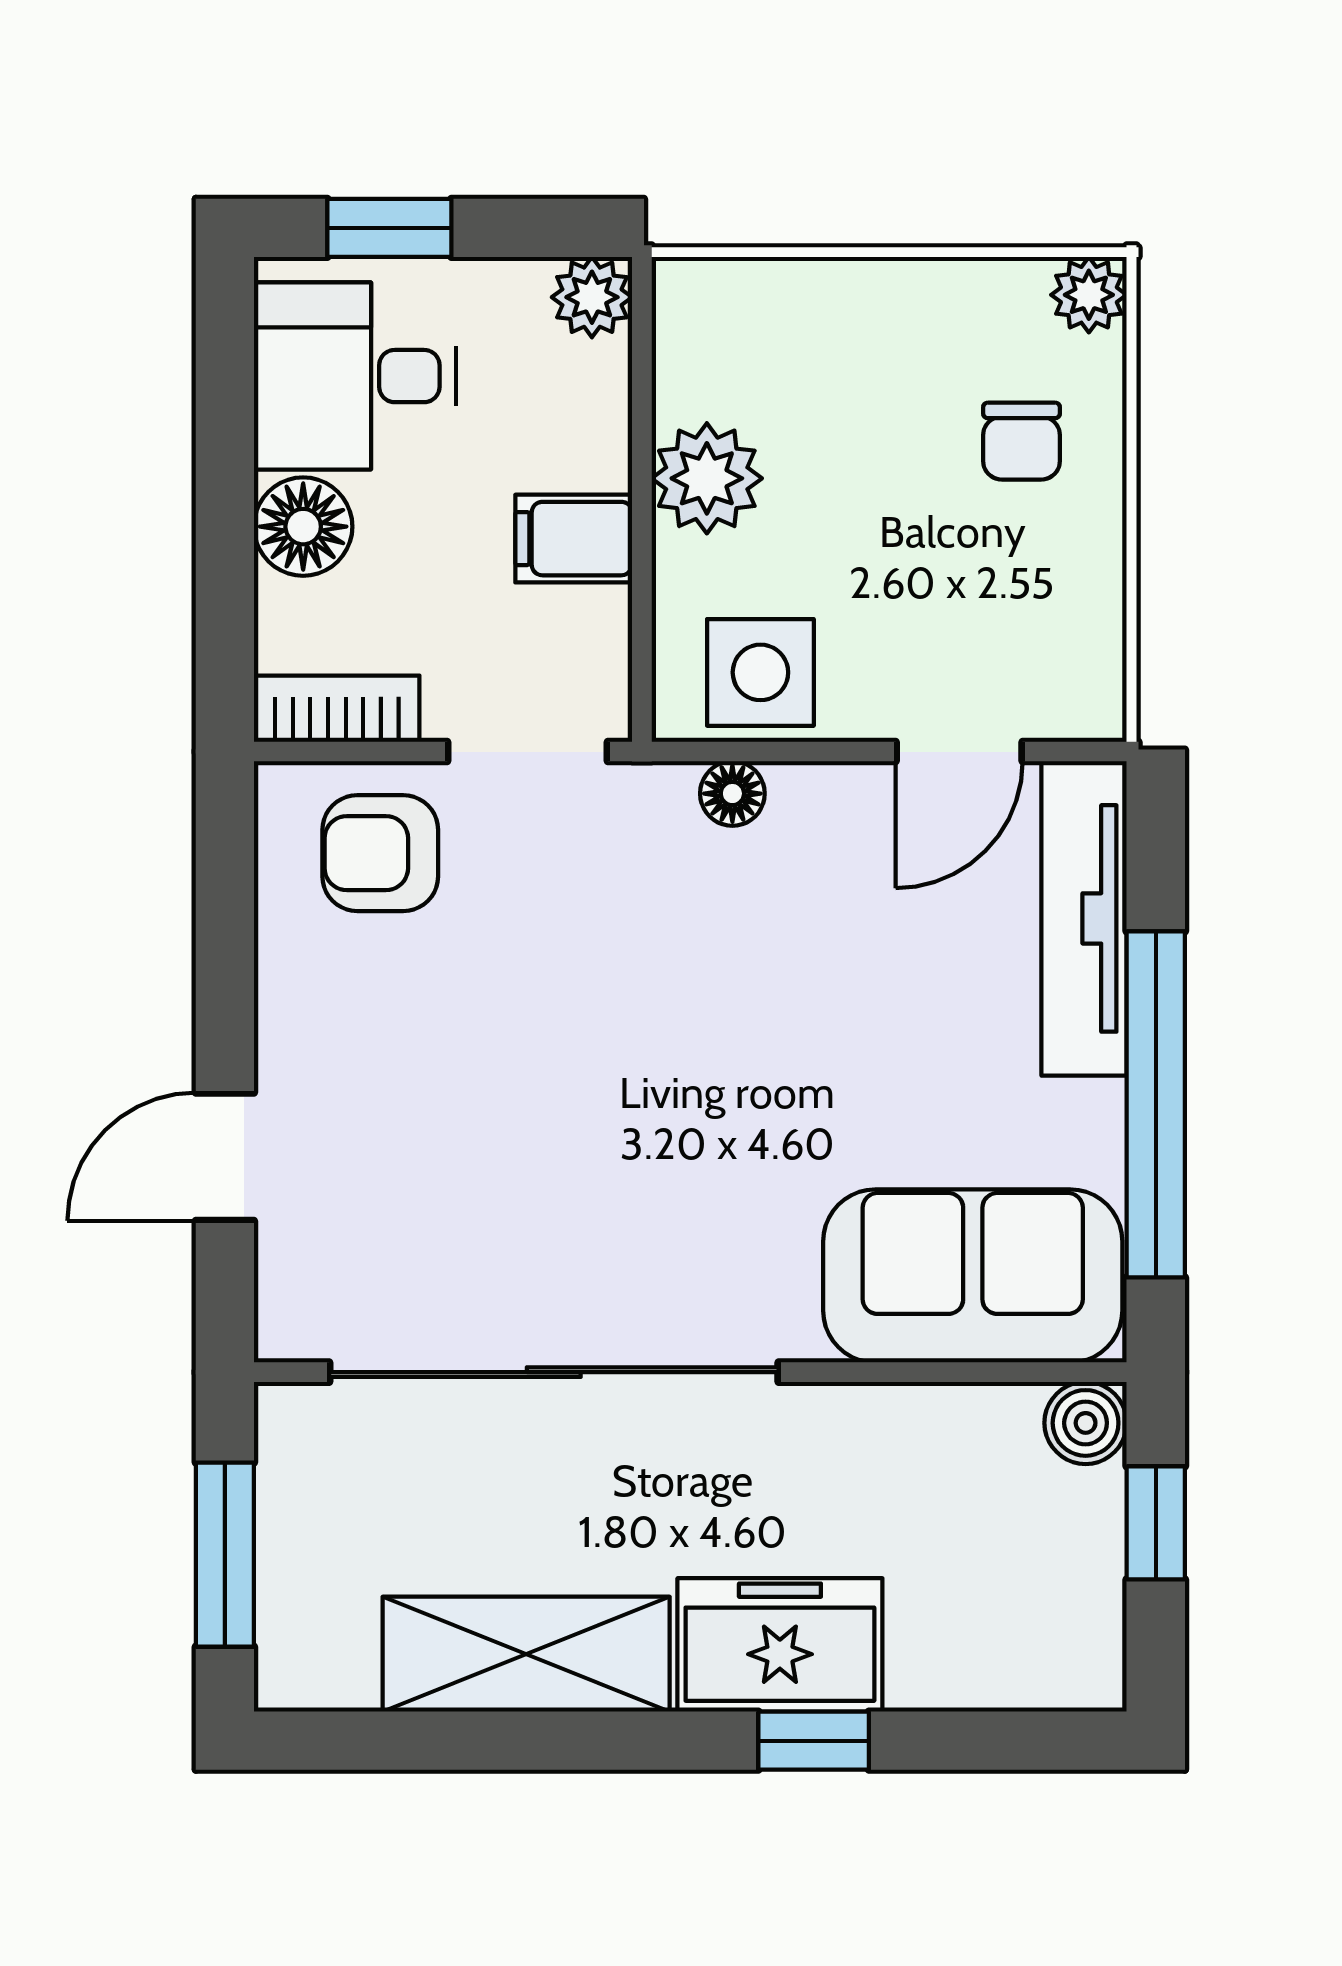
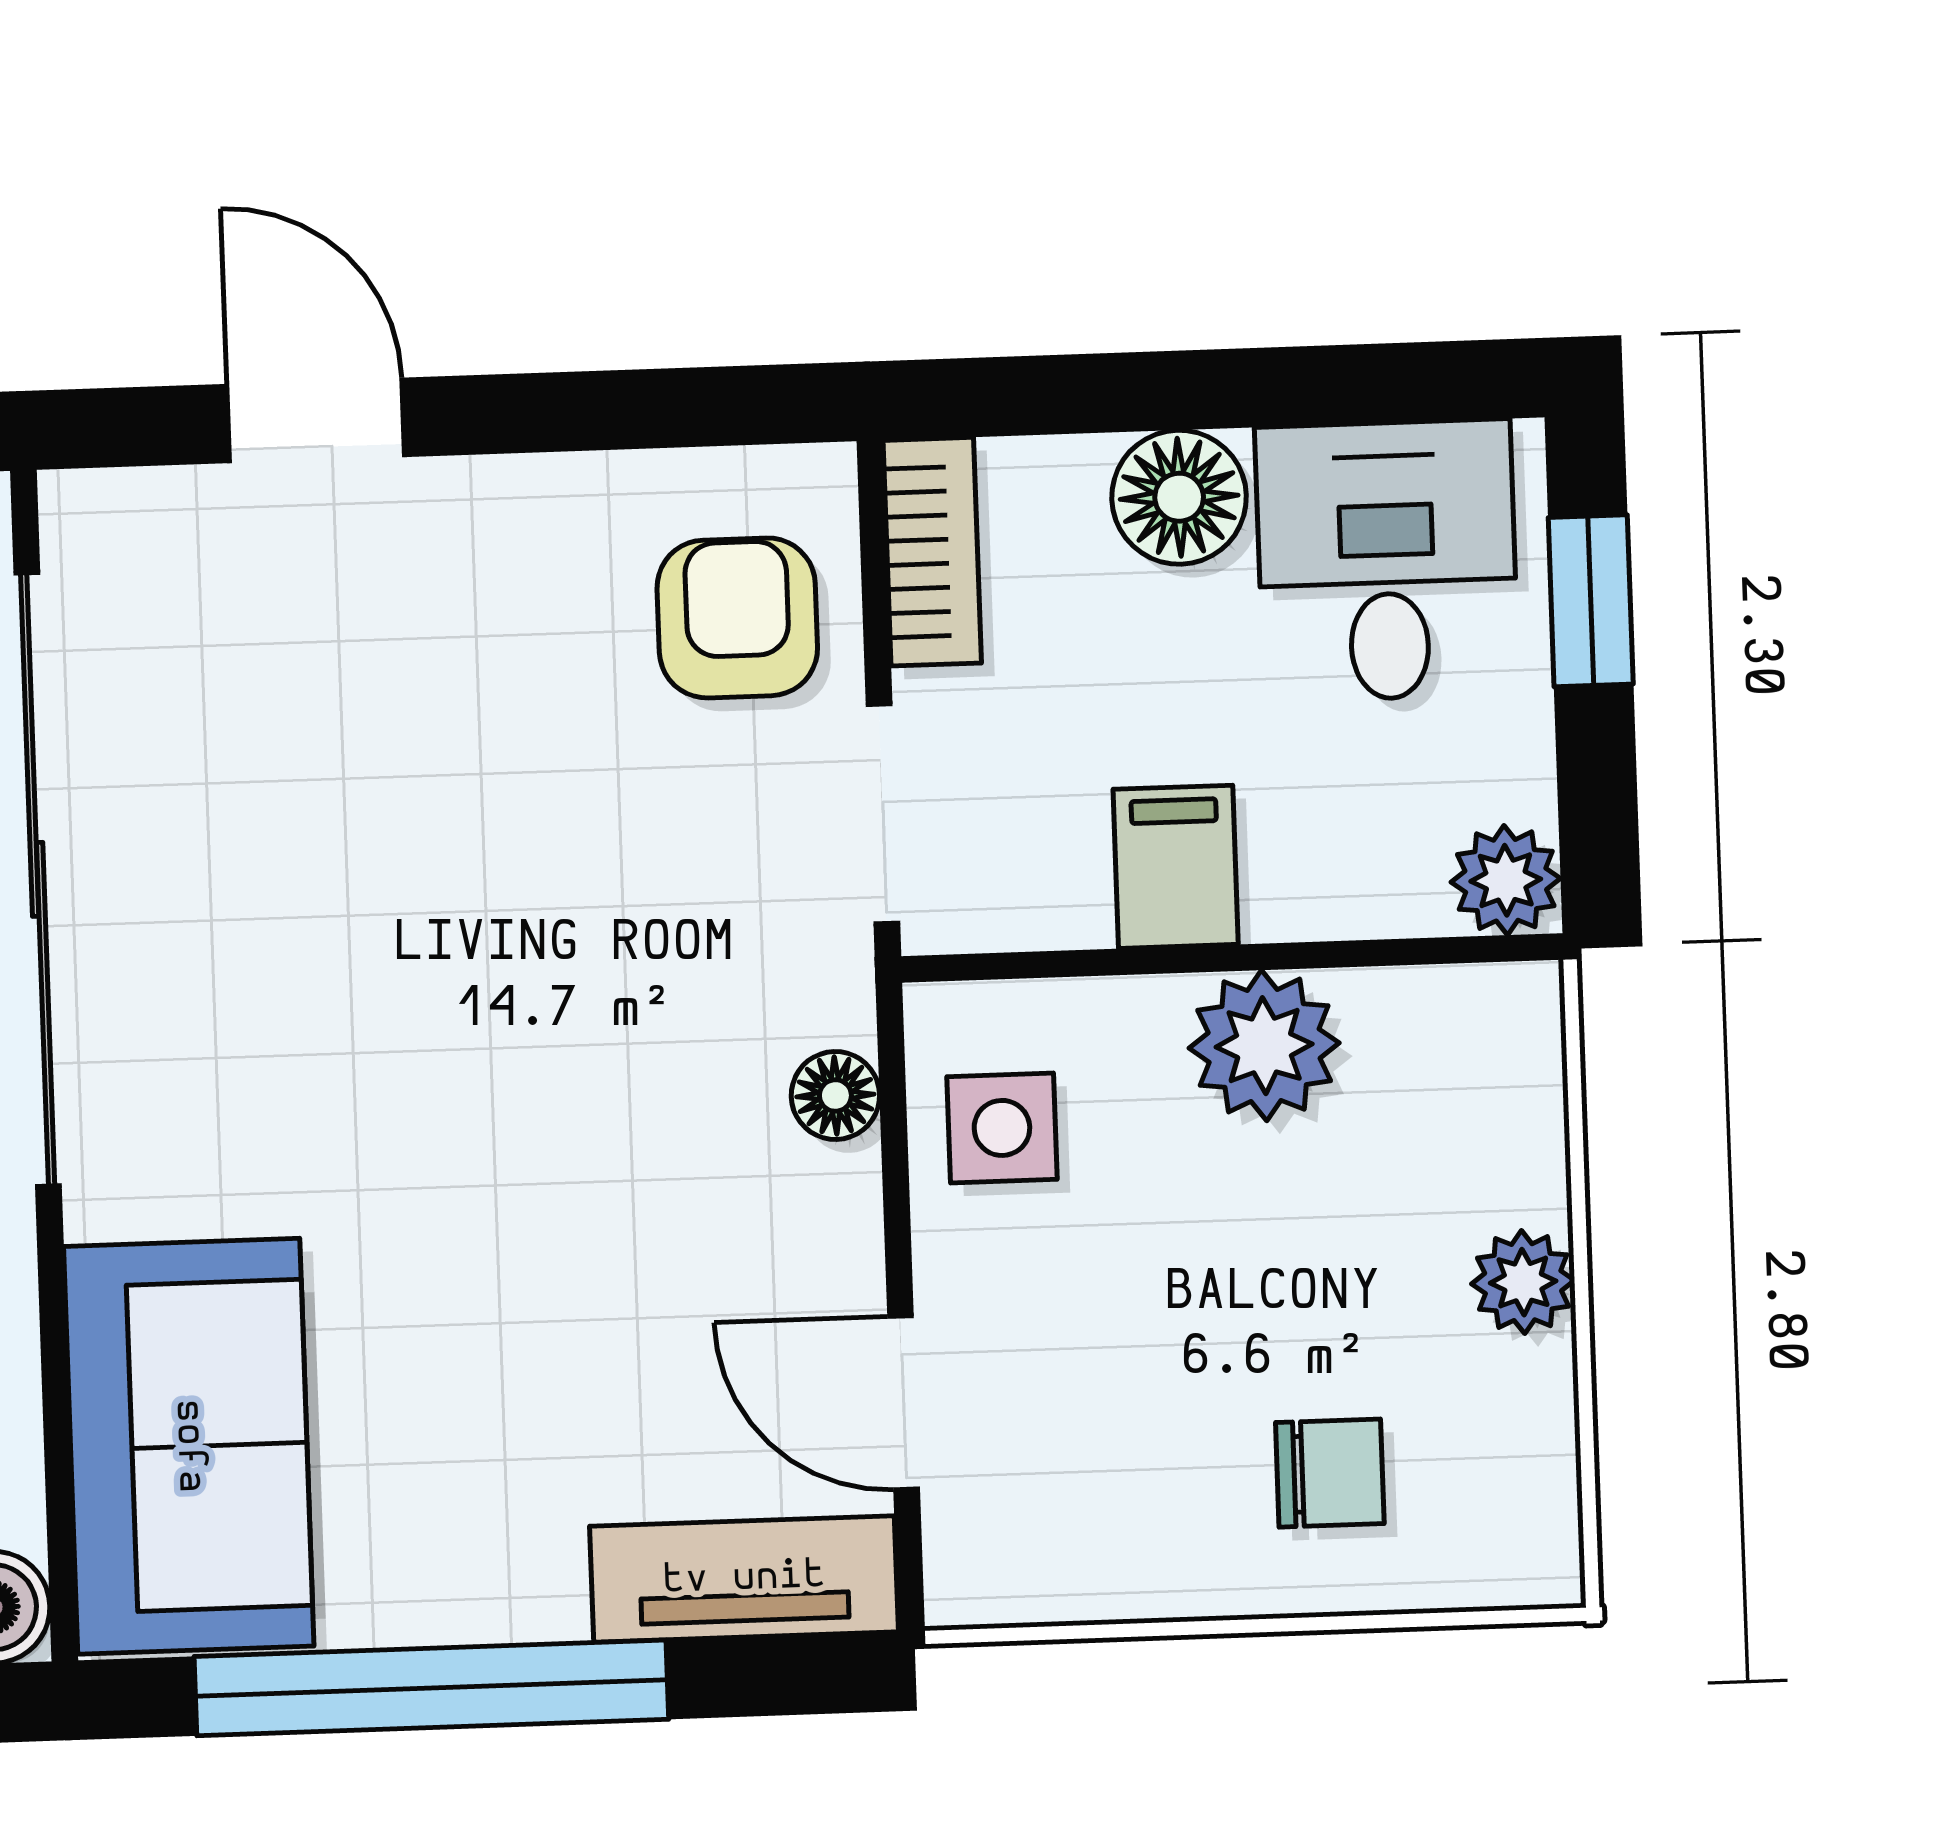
plant: (1089, 295) -> (1523, 1282), moved
chair: (1021, 441) -> (1330, 1473), turned 180
side table: (760, 672) -> (1002, 1128), width x0.73, depth x0.73
tv unit: (1084, 918) -> (744, 1579), width x0.71

